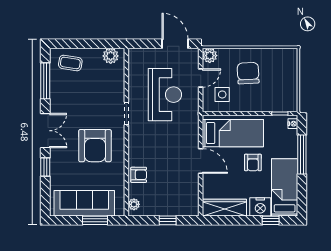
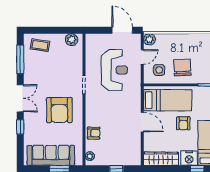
chair: (248, 73) -> (182, 67), moved

